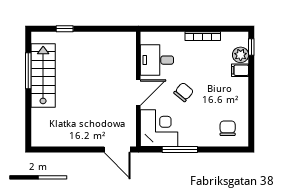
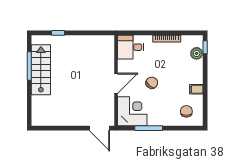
desk: (157, 60) -> (131, 47), moved
filing cabinet: (240, 70) -> (196, 89), moved

